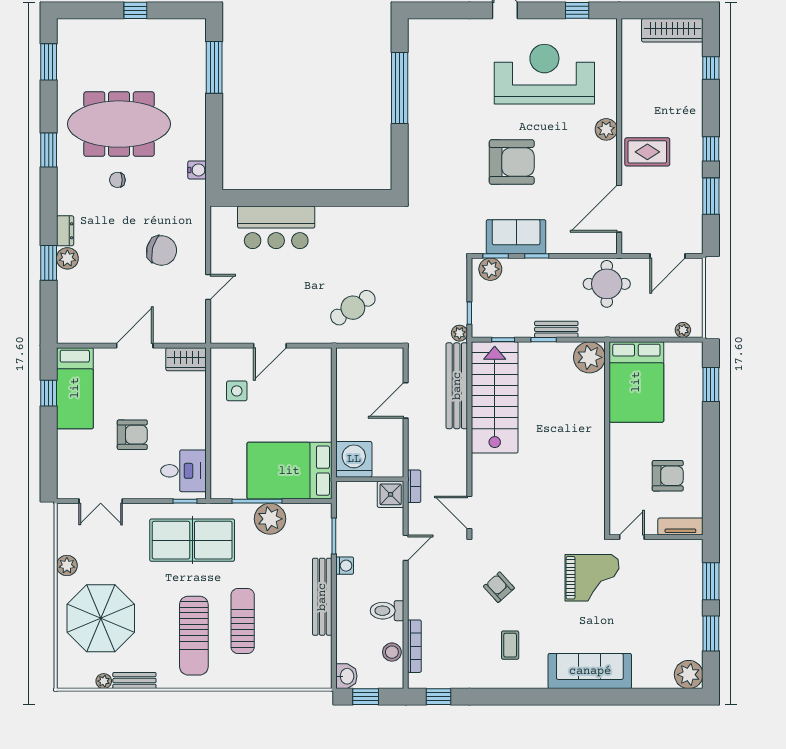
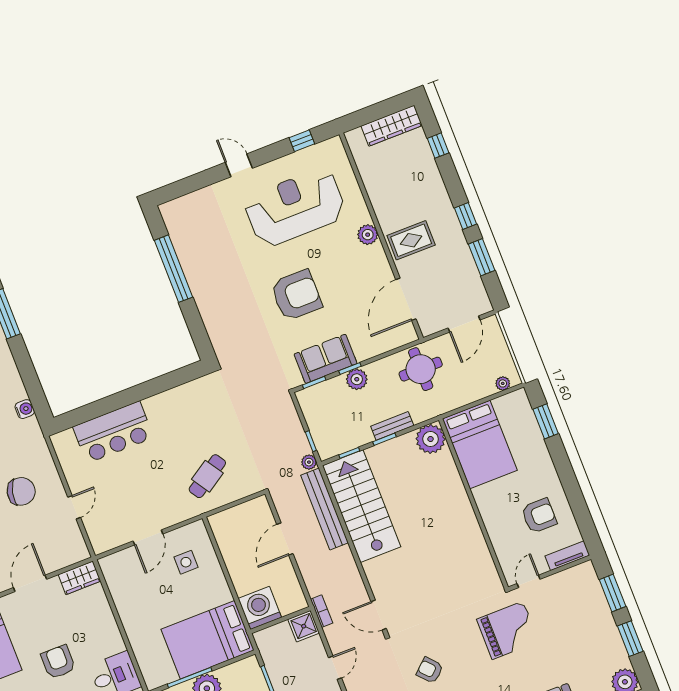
plant: (490, 269) -> (357, 379), moved
side table: (237, 391) -> (186, 562), moved
armchair: (132, 435) -> (58, 662), turned -90

